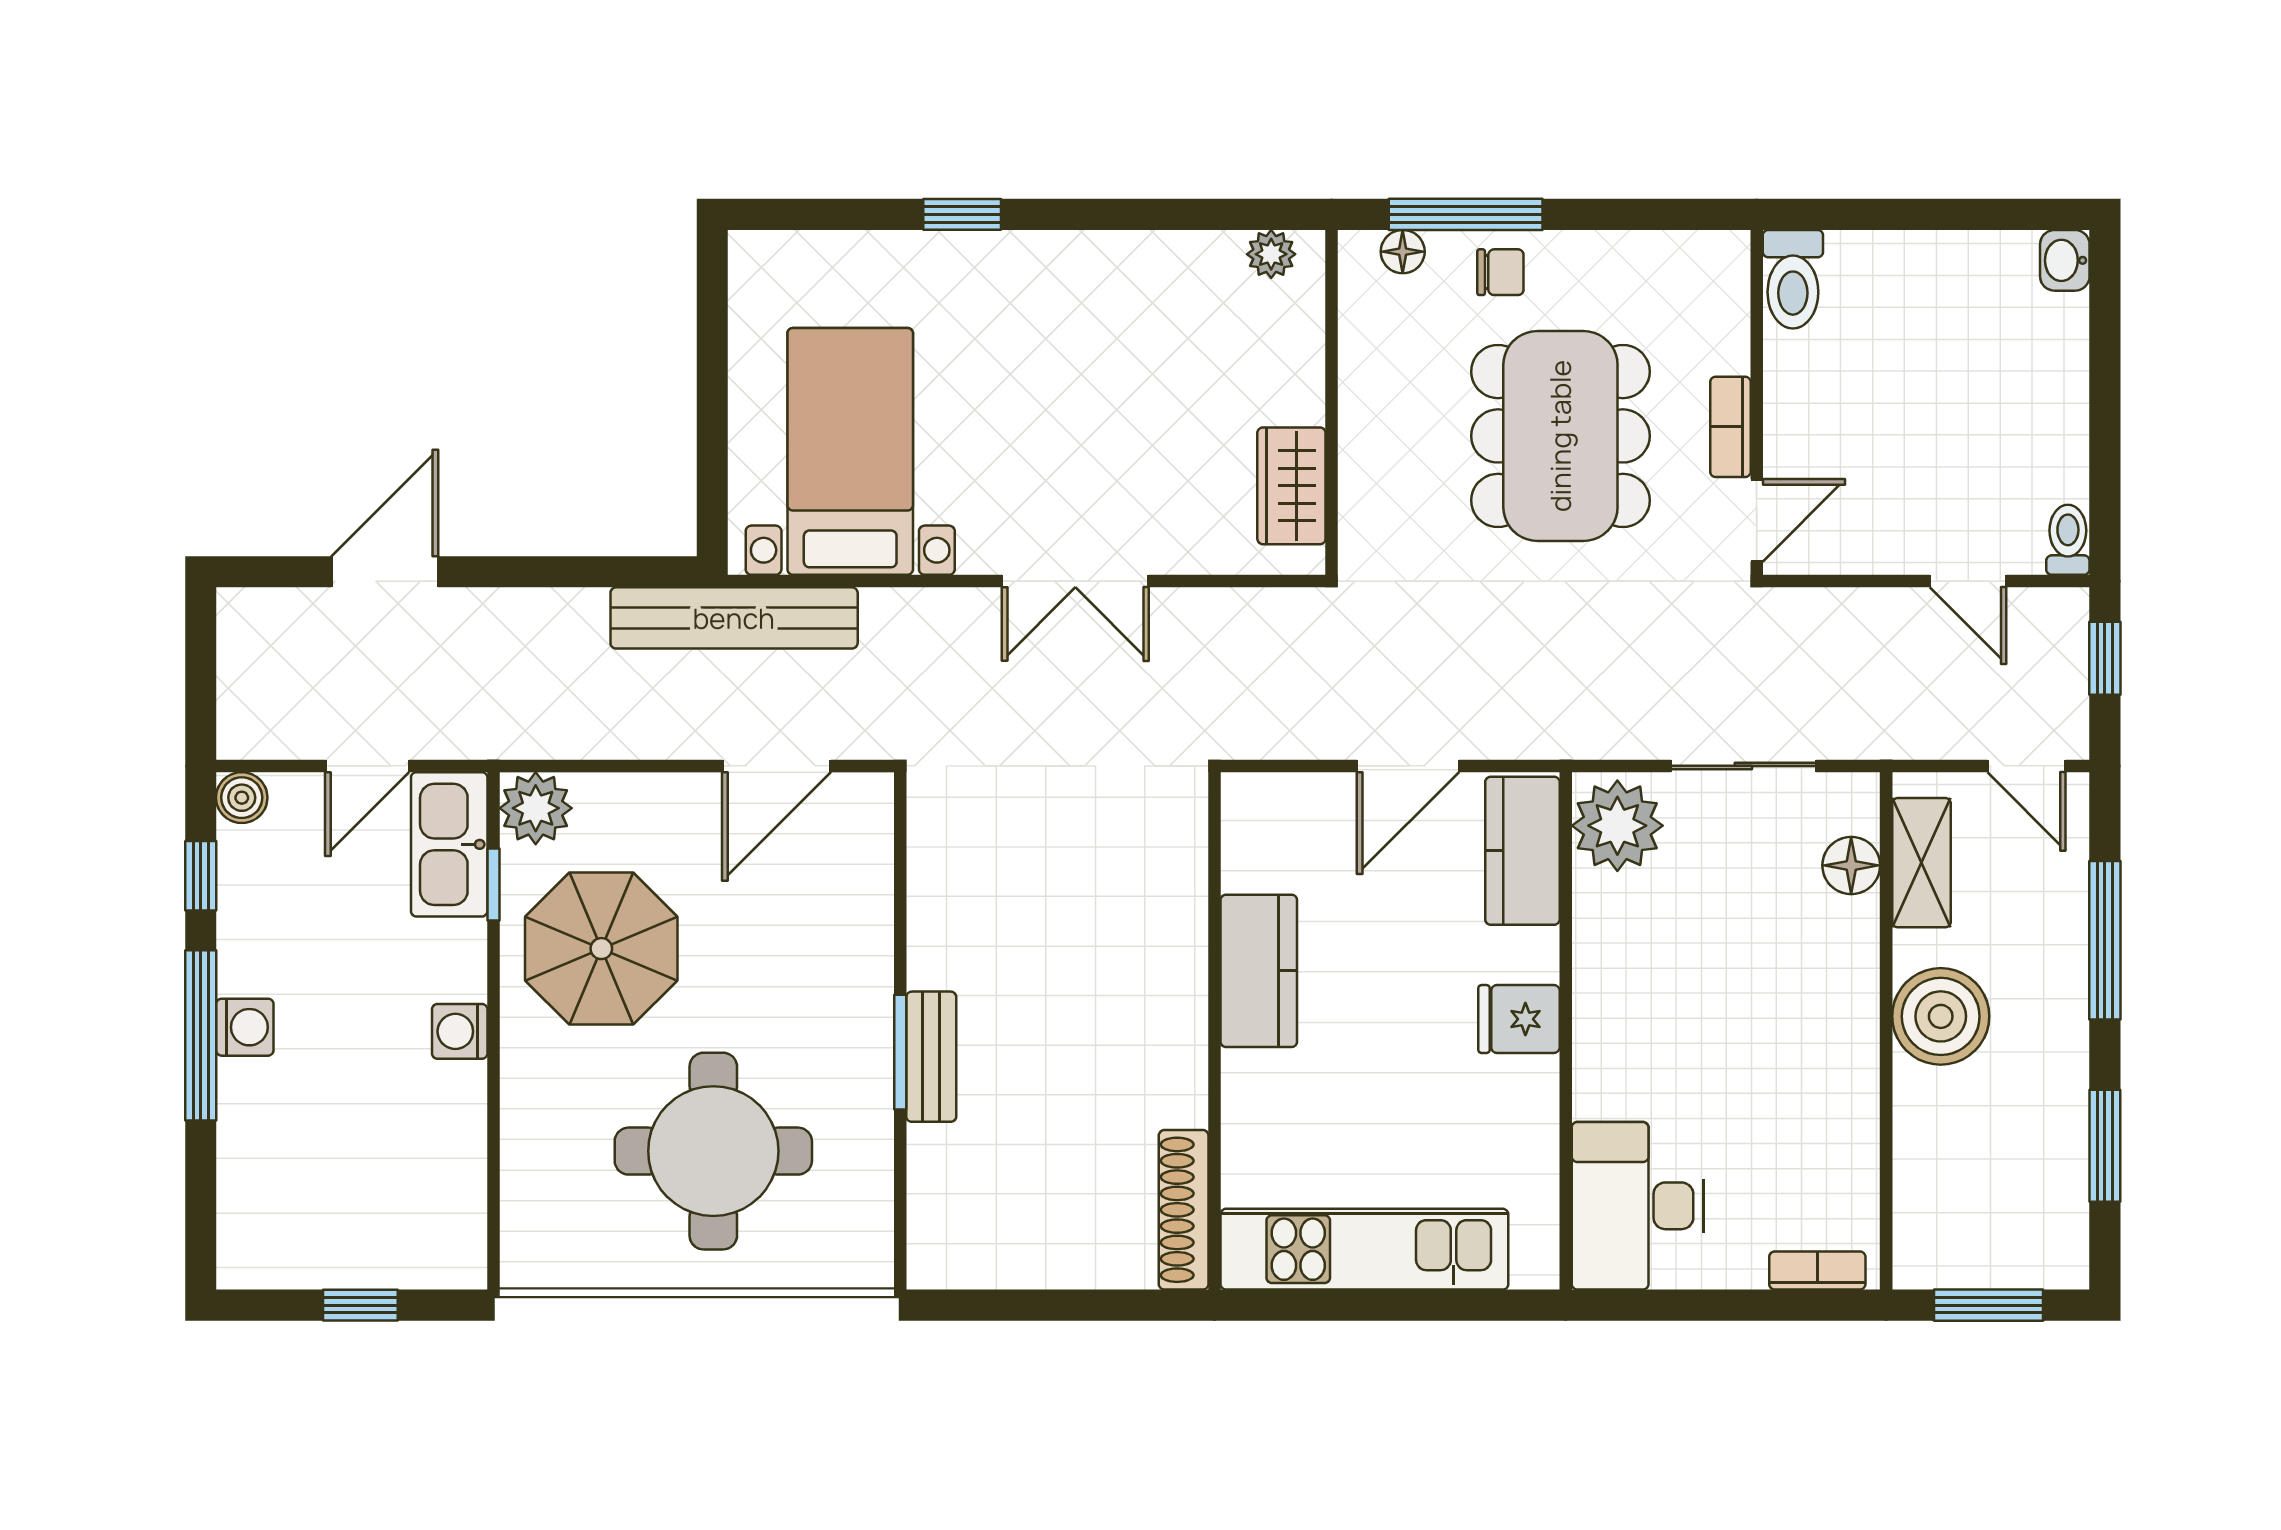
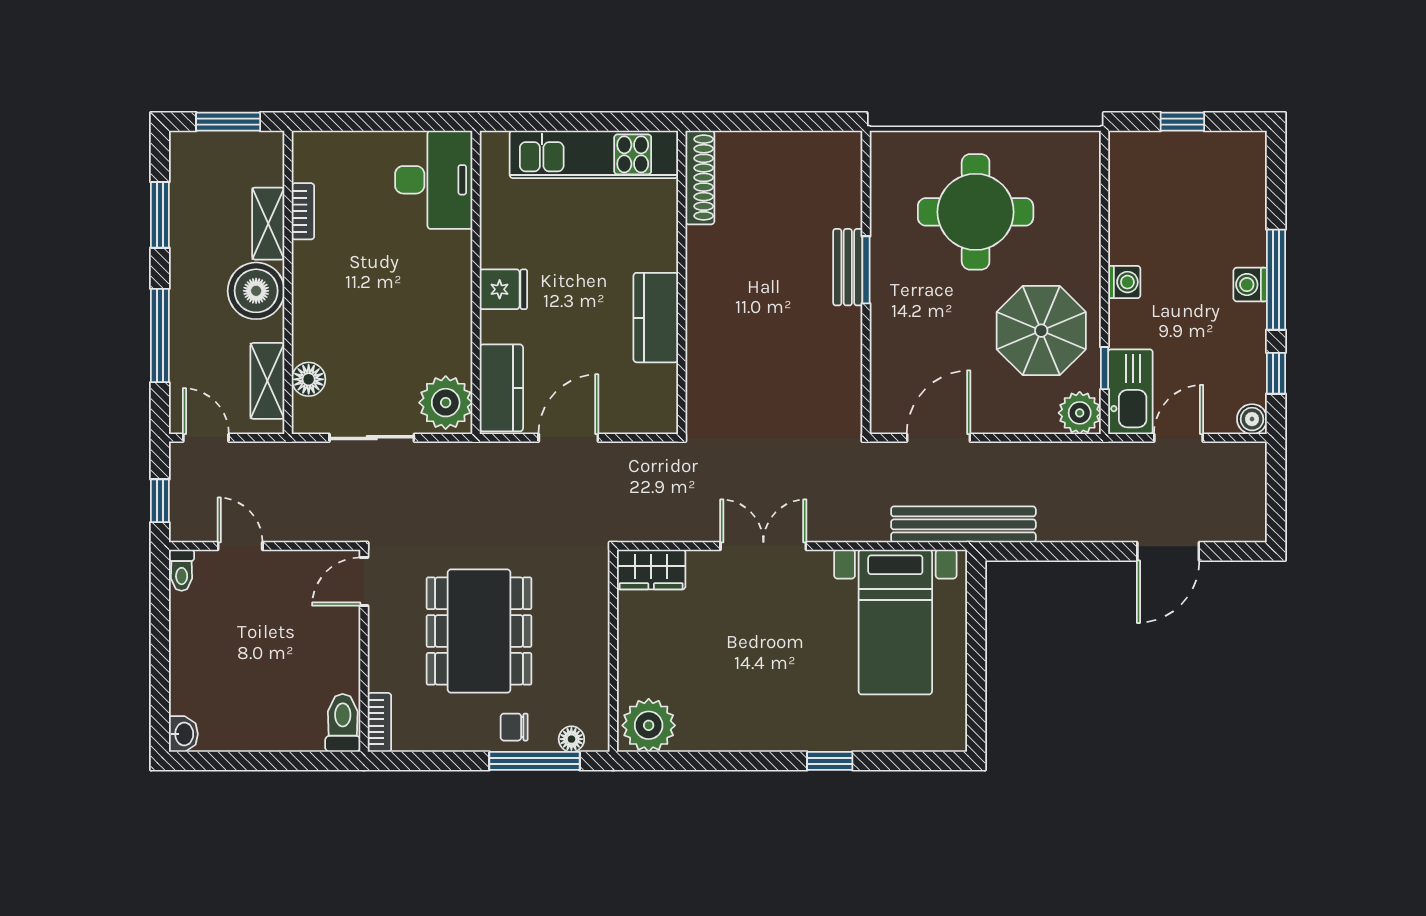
plant: (1271, 254) -> (649, 725), width x1.88, depth x1.88
bookcase: (1730, 427) -> (379, 722), moved
wardrobe: (1291, 486) -> (651, 570), moved, turned 90
shelving: (1920, 1131) -> (268, 224), added
bookcase: (1817, 1271) -> (303, 211), moved, turned -90

